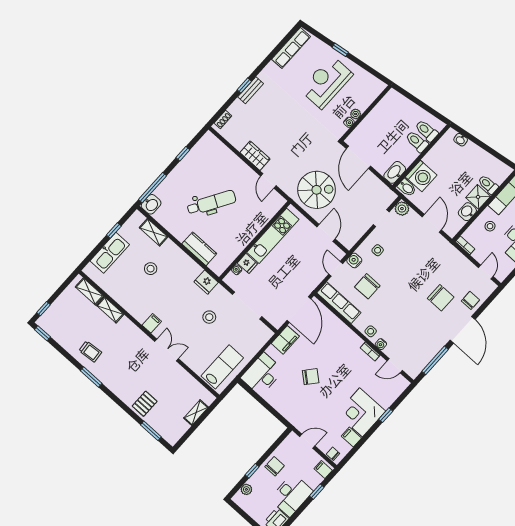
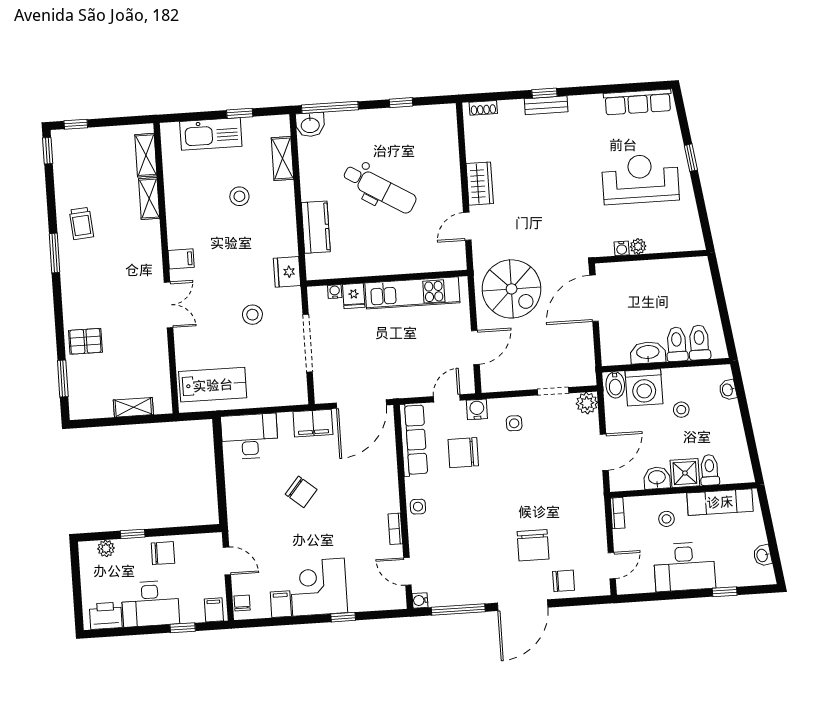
stool: (448, 170) -> (681, 410), added
washbasin: (395, 172) -> (648, 353), moved
water cooler: (381, 344) -> (420, 600), moved

